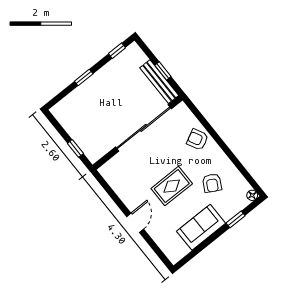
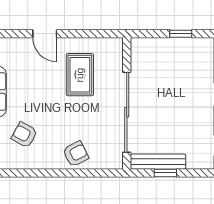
window: (75, 148) -> (181, 34), moved
rug: (172, 186) -> (80, 75), moved

